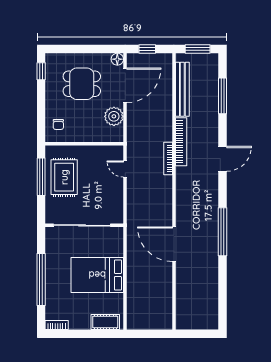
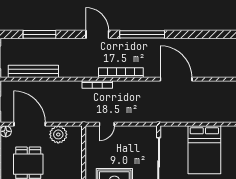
bookcase: (181, 142) -> (121, 73), moved
window: (223, 232) -> (142, 34), moved
door: (174, 244) -> (176, 79), swing flipped

